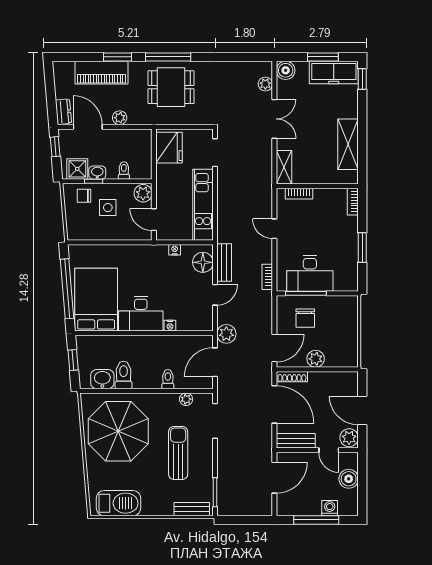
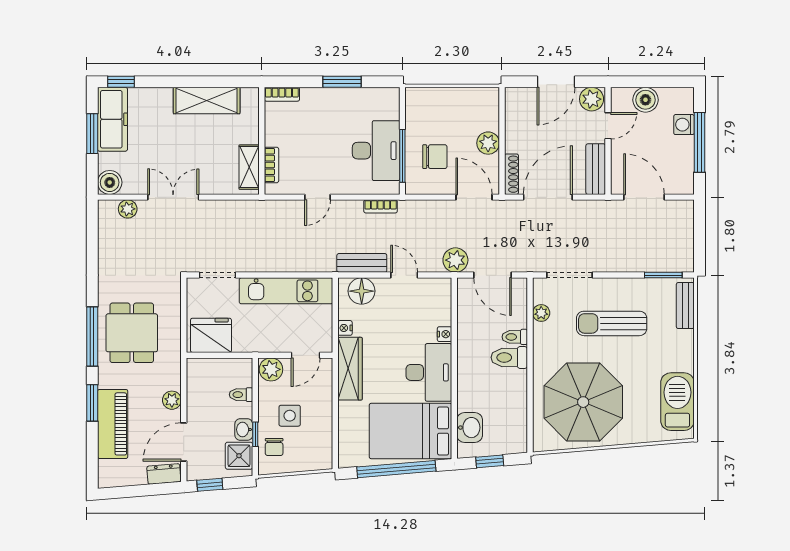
shelving: (284, 167) -> (249, 167), moved, turned 90
wardrobe: (144, 254) -> (350, 369), added
toilet: (124, 375) -> (509, 357), moved
washbasin: (102, 379) -> (470, 428), moved, turned 180

